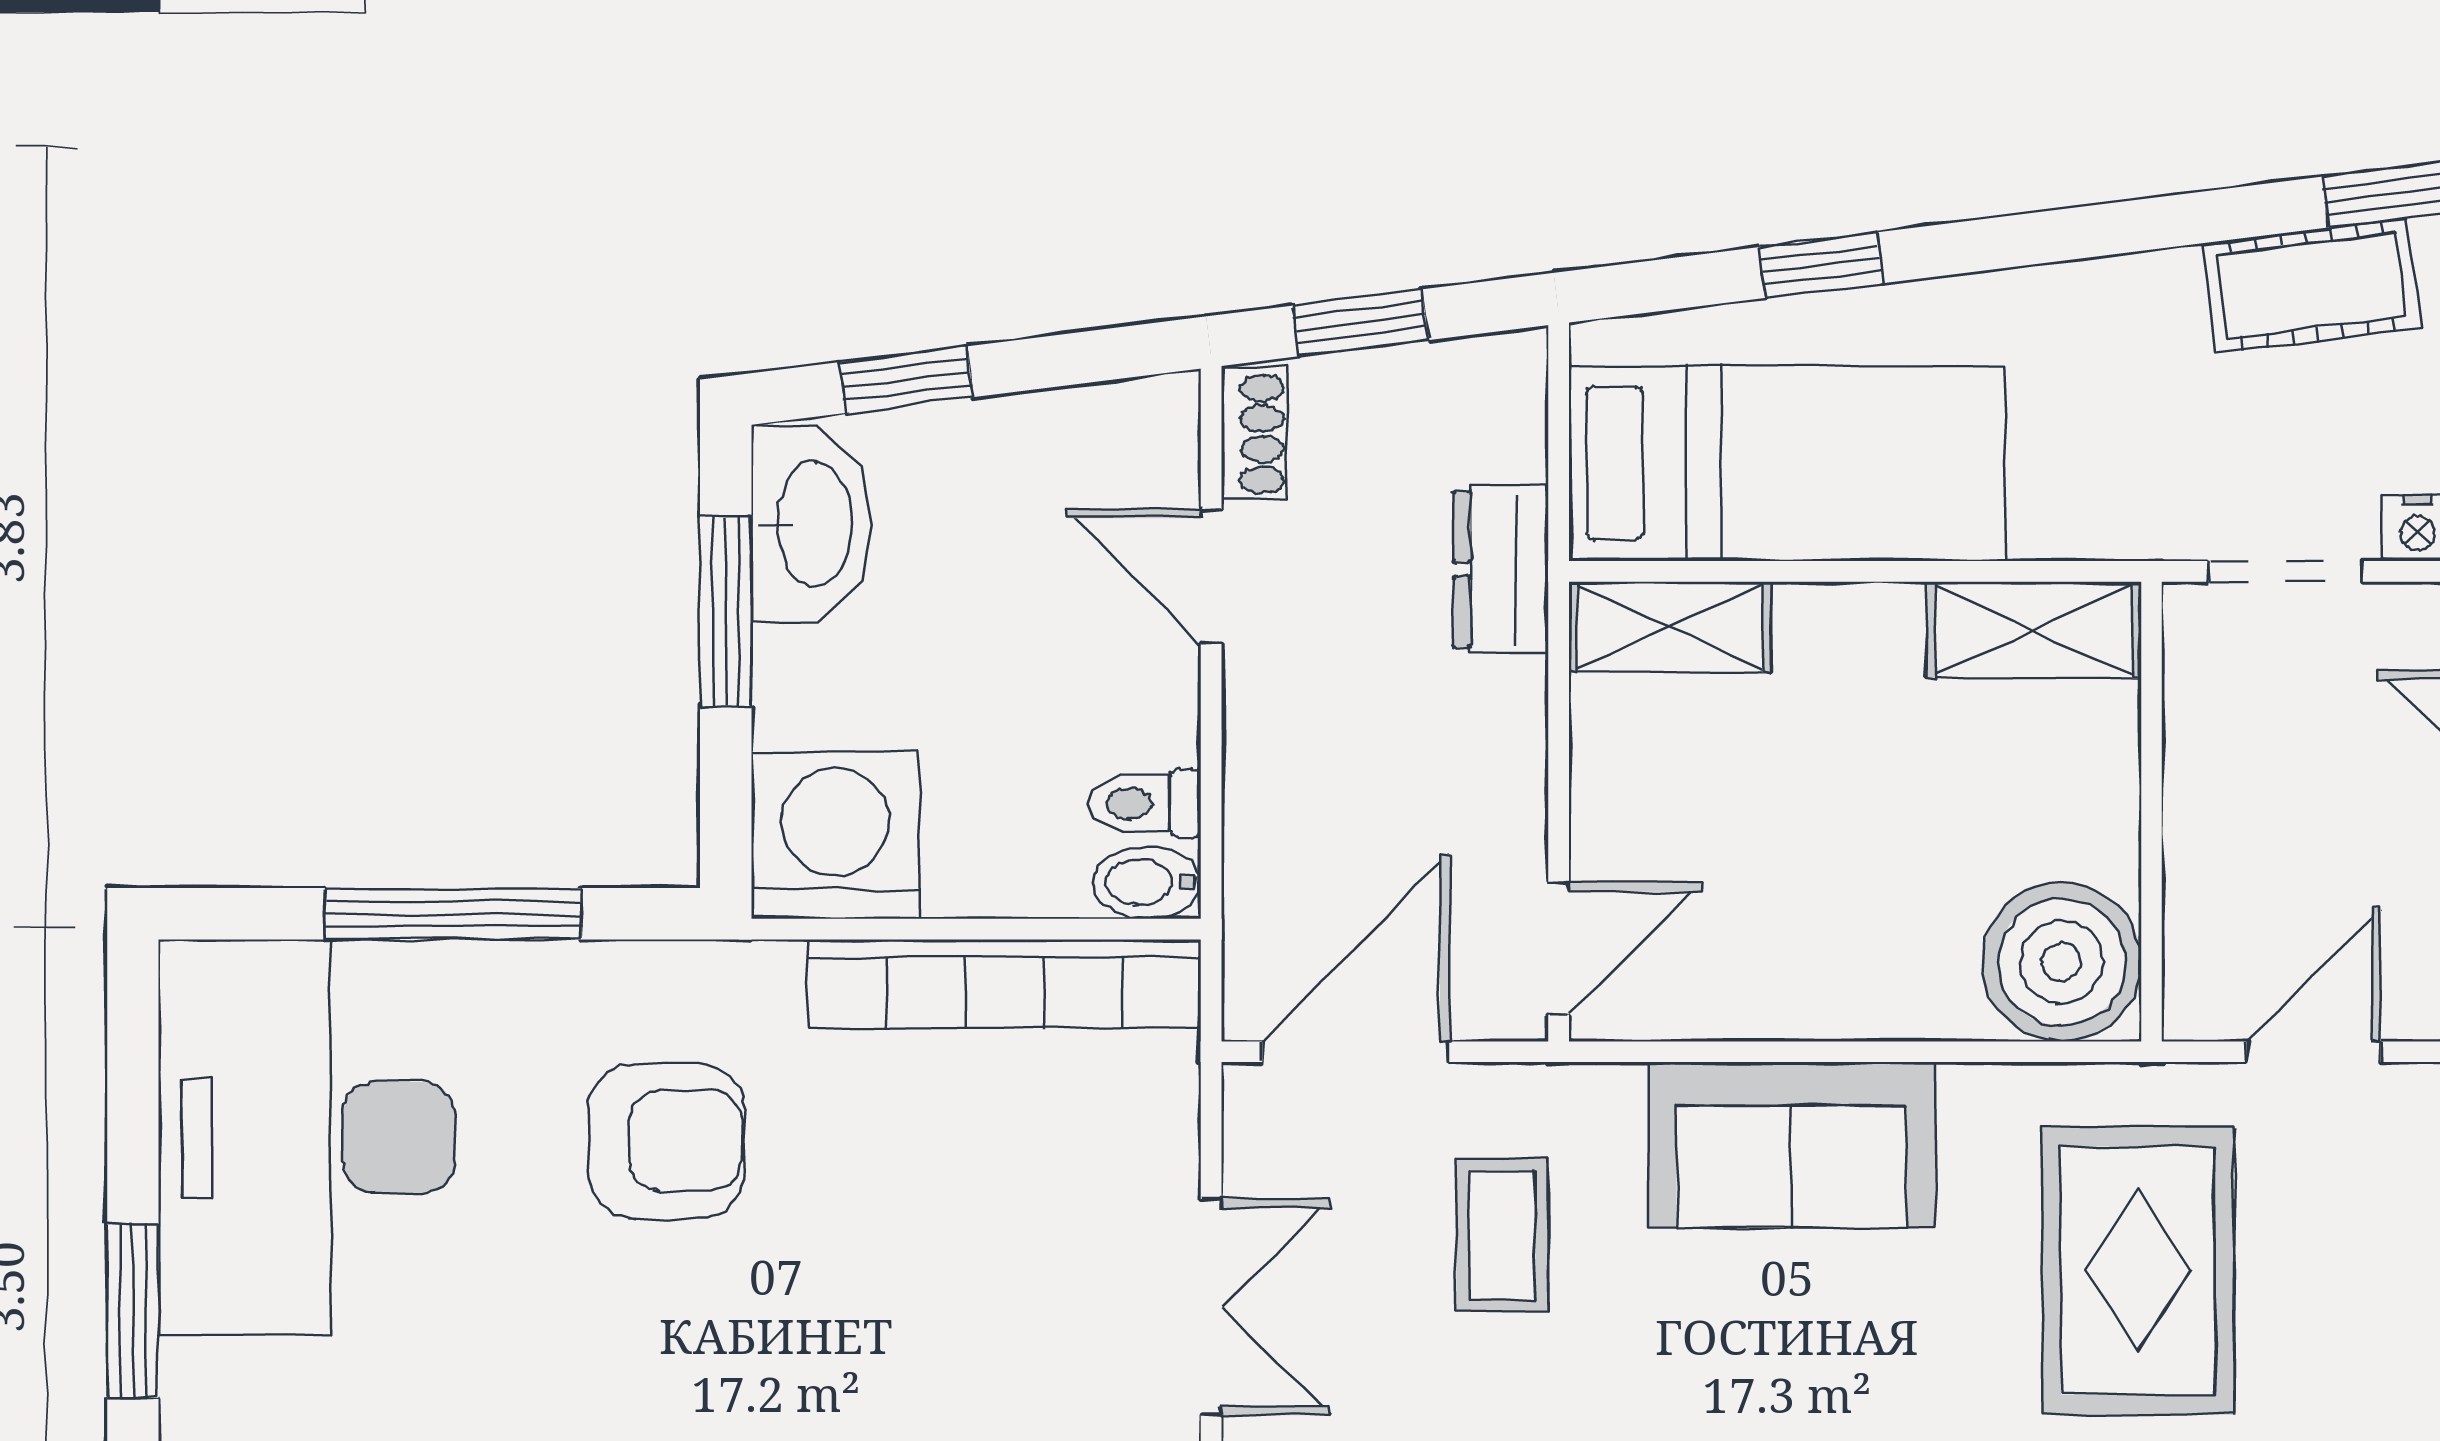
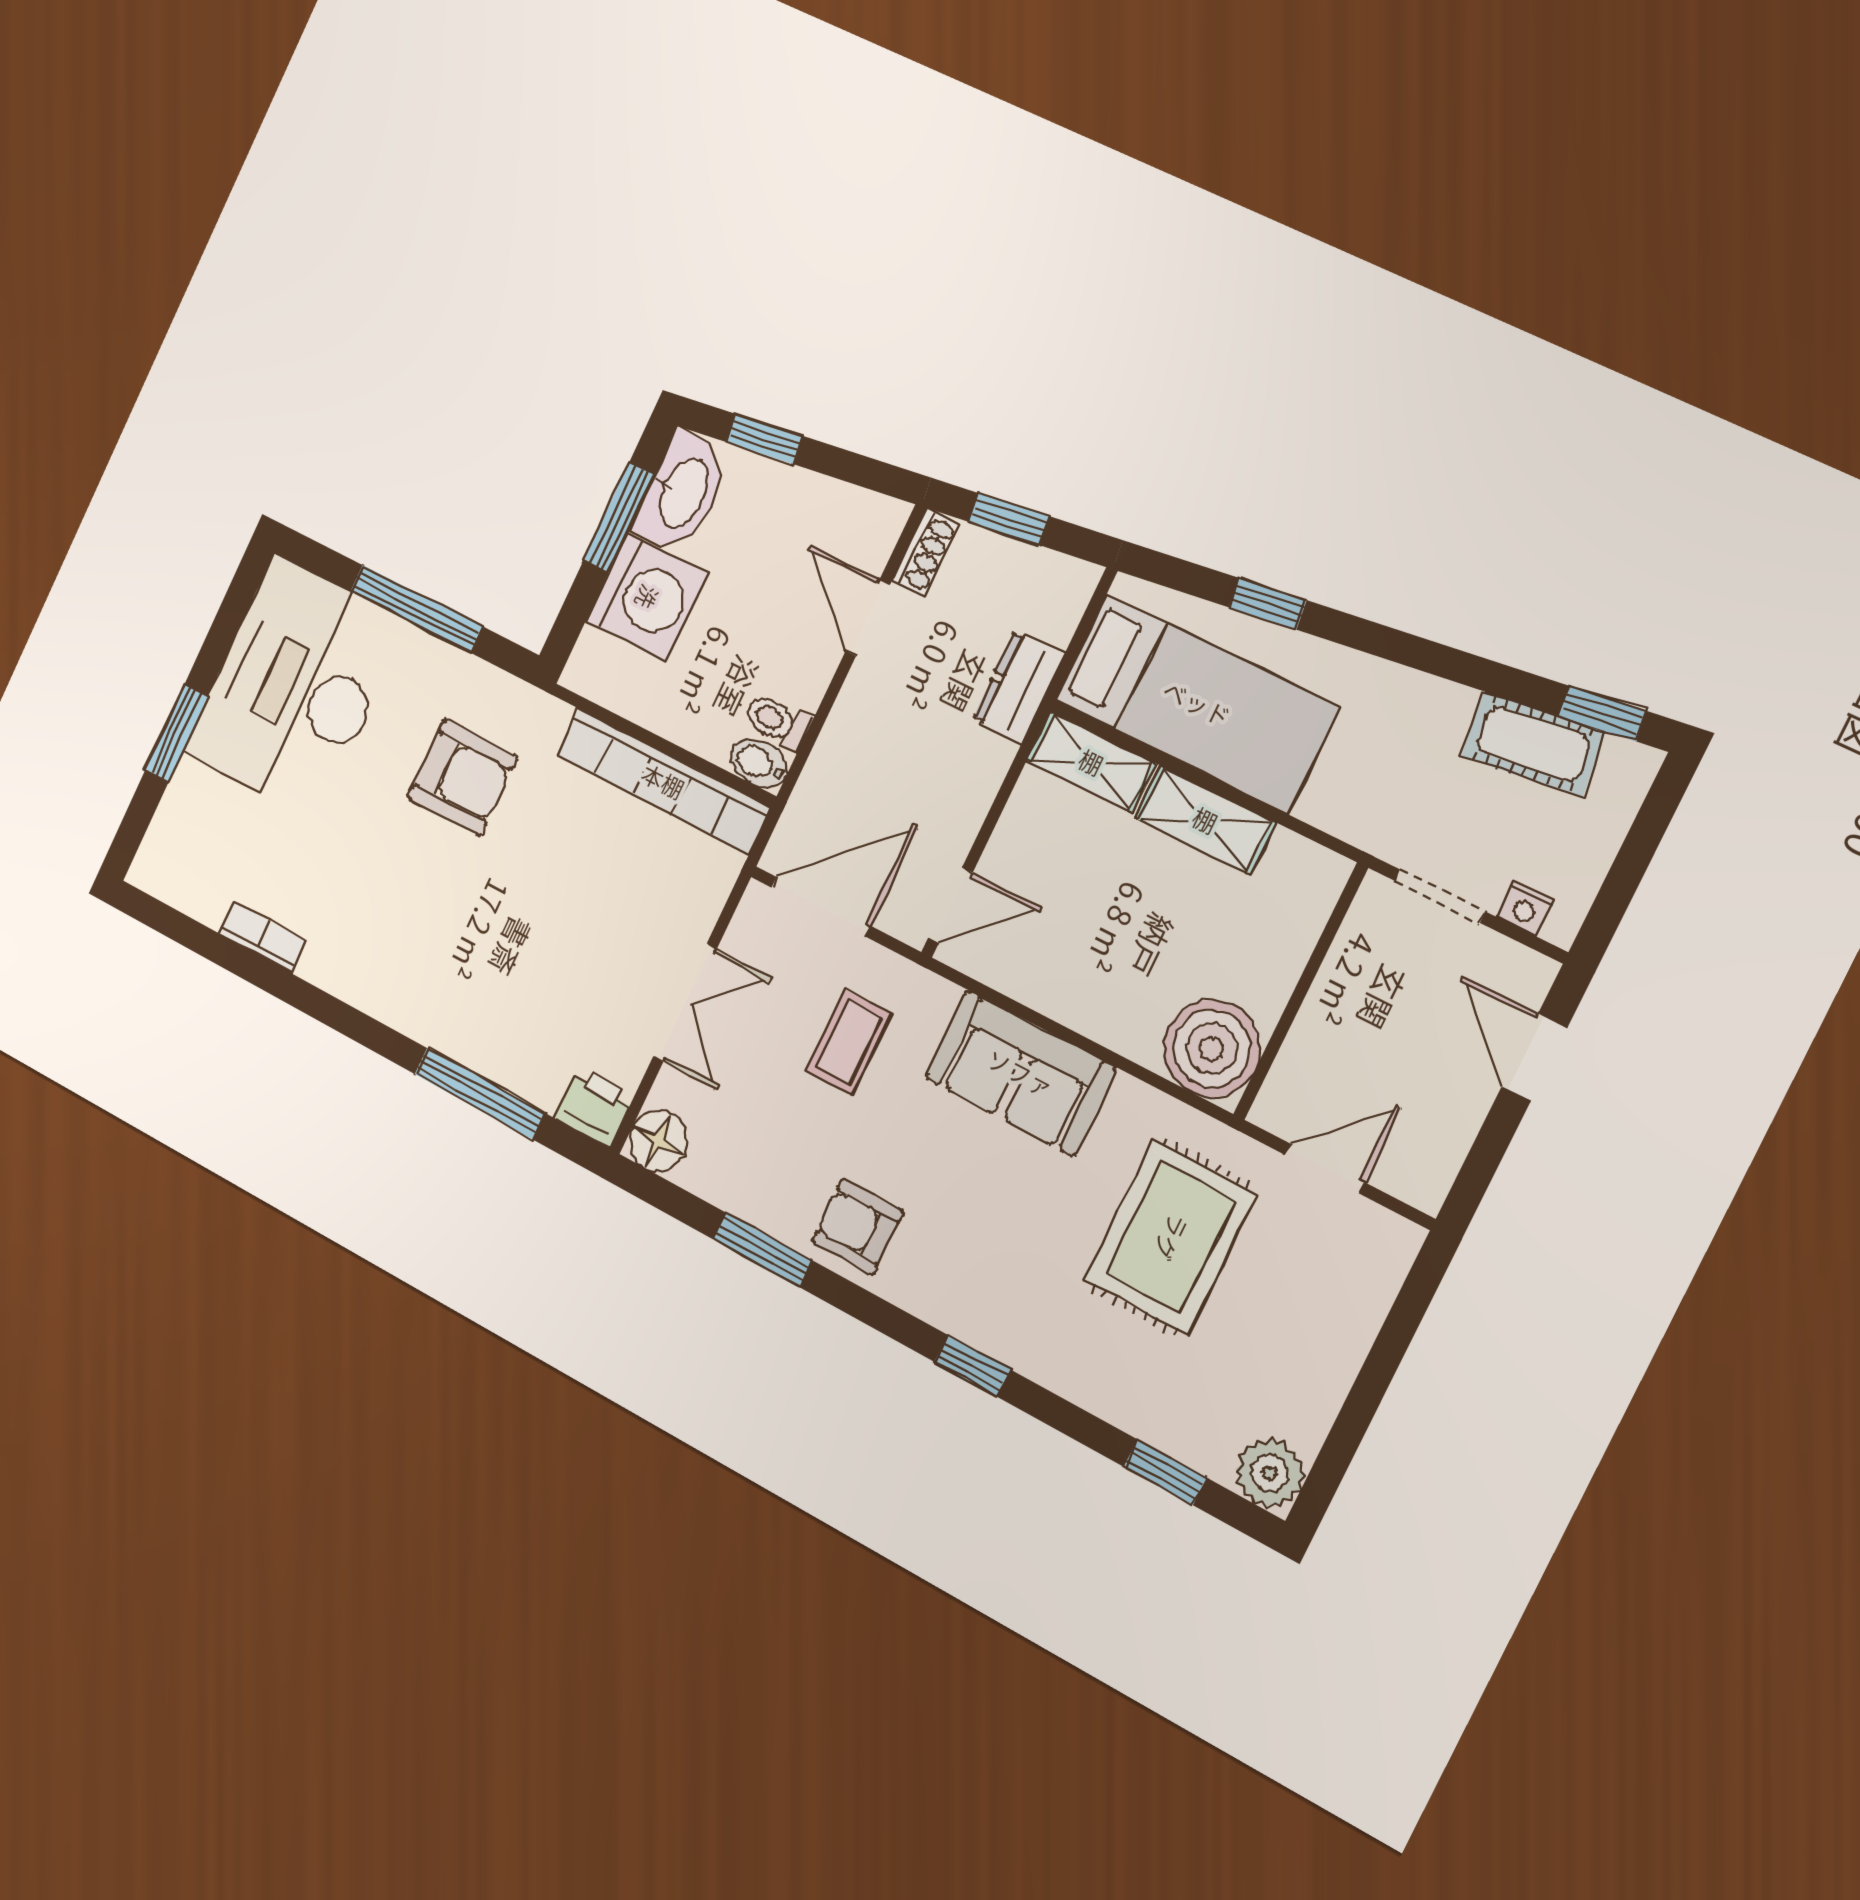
shelving: (2034, 630) -> (1205, 820), moved
washing machine: (835, 835) -> (647, 597), moved, turned 90

